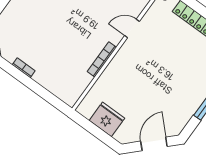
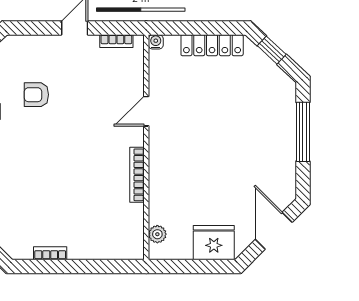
plant: (89, 100) -> (157, 234), added
fridge: (107, 119) -> (214, 243), moved

